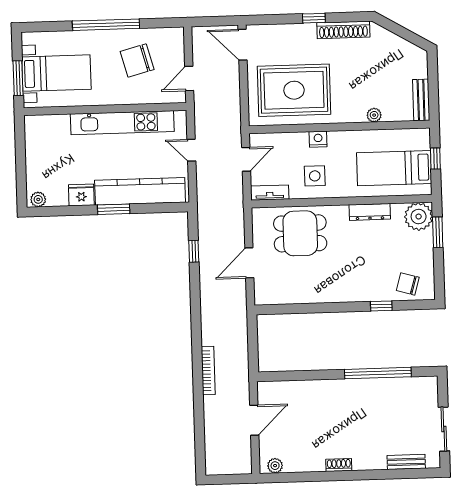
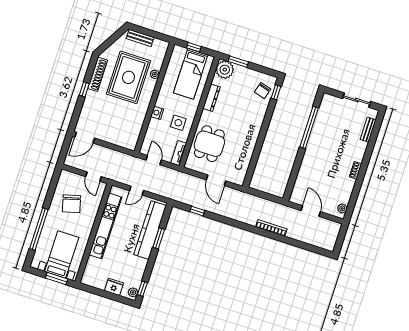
window: (106, 25) -> (39, 229), moved
rug: (294, 90) -> (128, 77), moved
bench: (421, 100) -> (140, 38), moved
fridge: (81, 195) -> (114, 287), moved, turned 90
window: (114, 209) -> (159, 238), moved
window: (49, 211) -> (142, 289), added
window: (381, 306) -> (276, 92), moved

